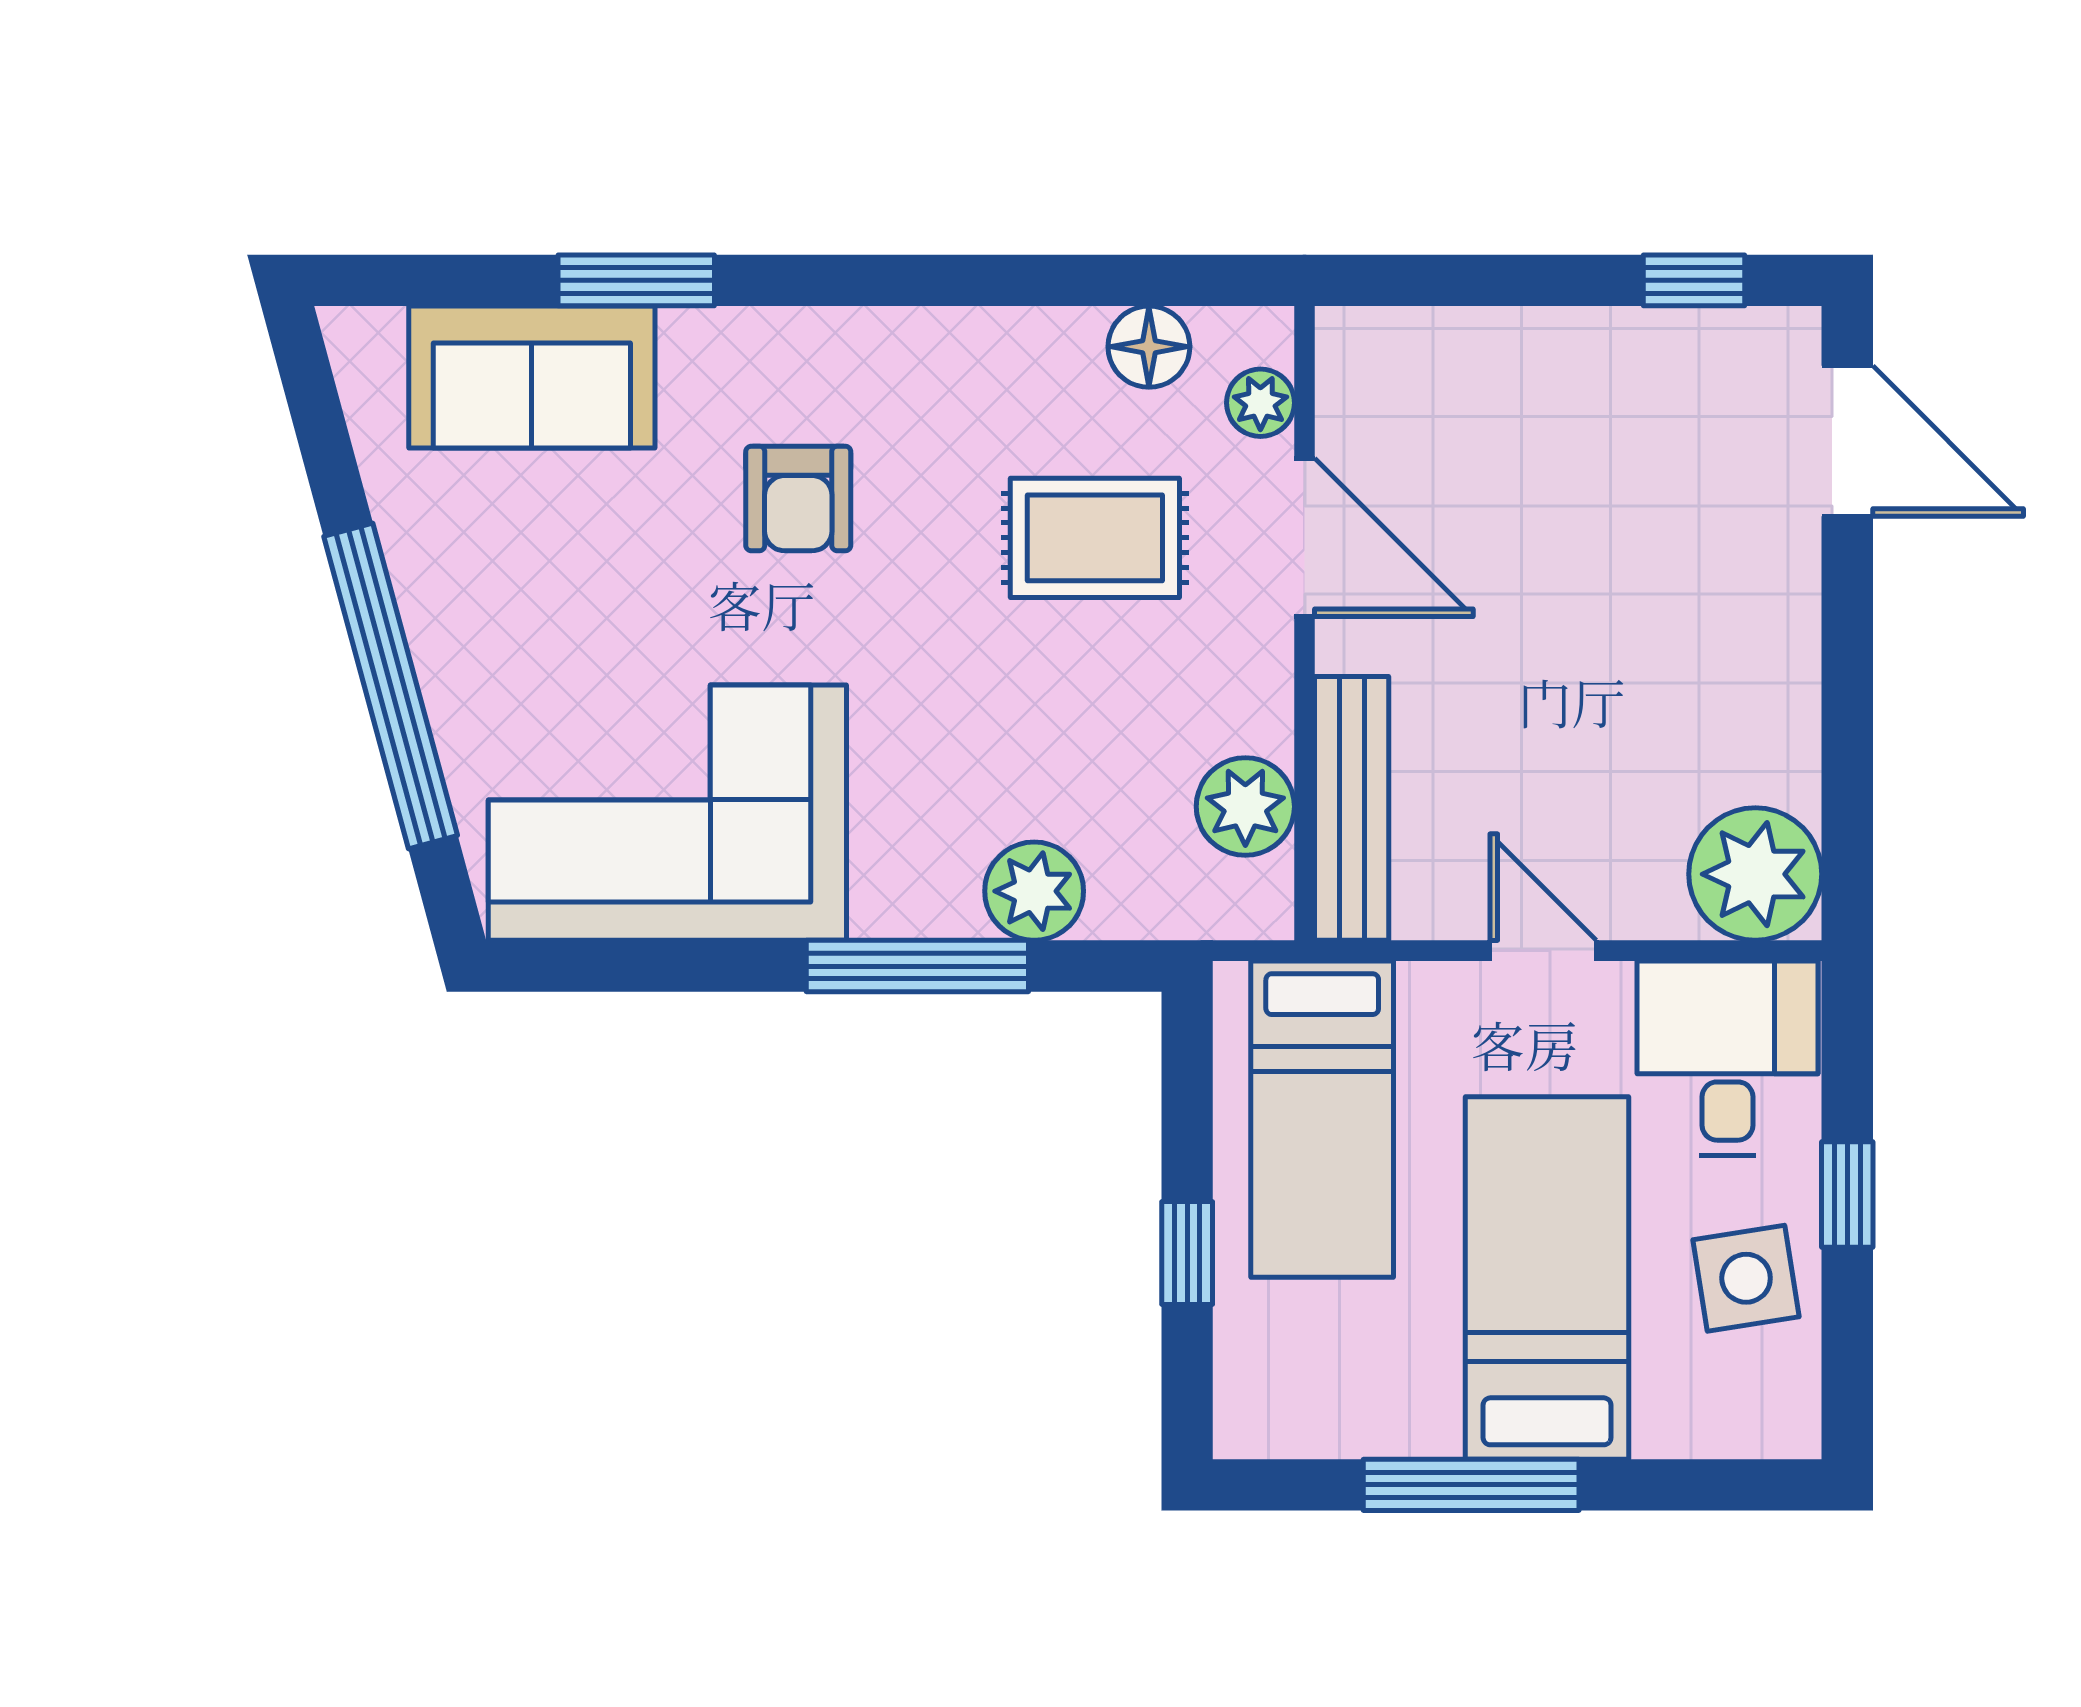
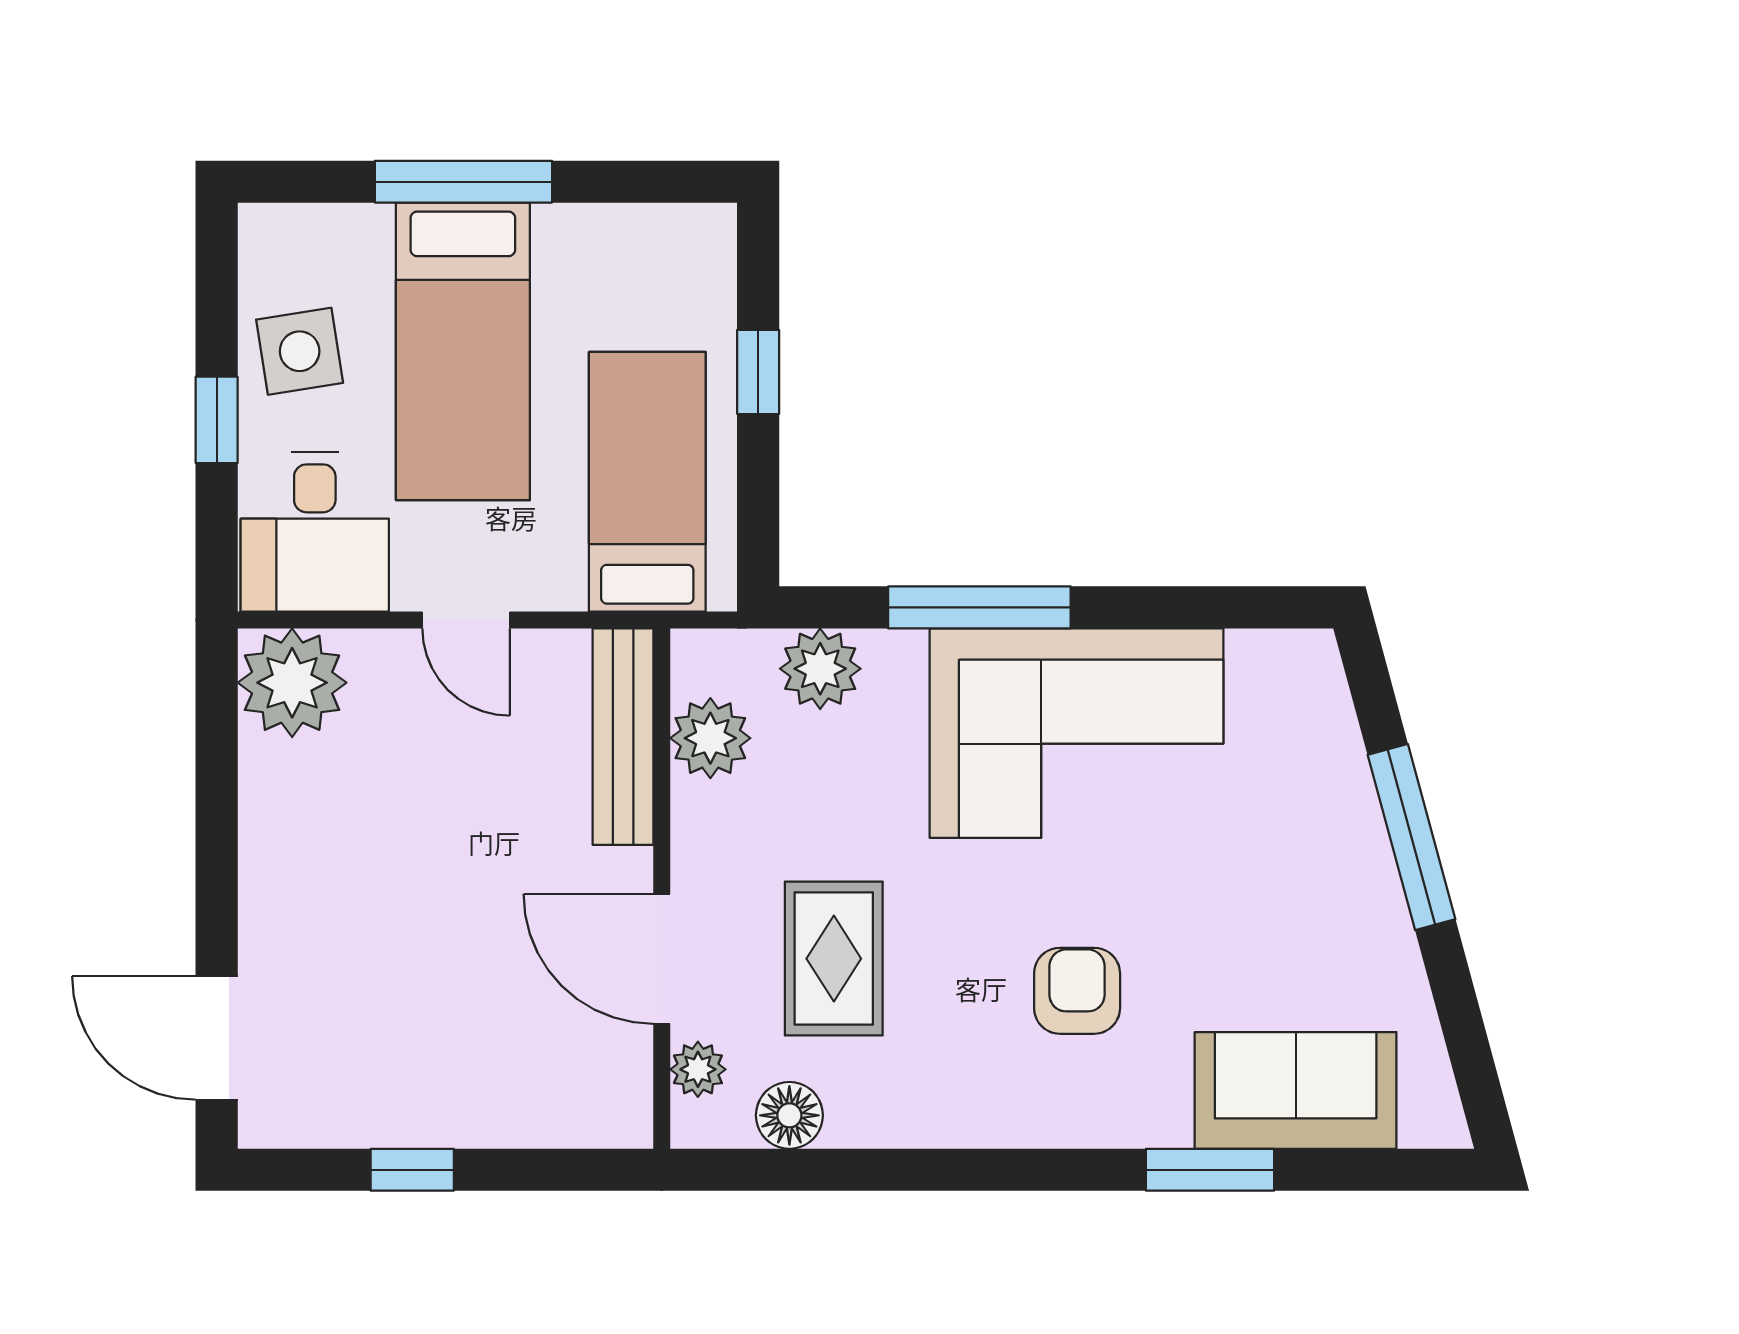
window: (1694, 280) -> (412, 1170), moved
rug: (1095, 538) -> (834, 959), turned 90
window: (391, 686) -> (1411, 837), width x0.68
corner sofa: (667, 813) -> (1076, 733), moved
plant: (1034, 891) -> (820, 669), moved
window: (1471, 1485) -> (463, 182), moved

